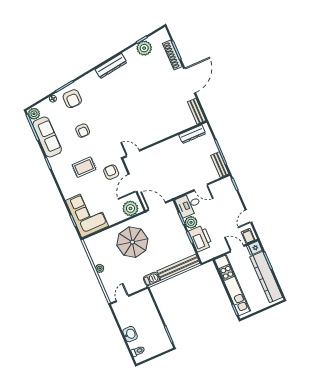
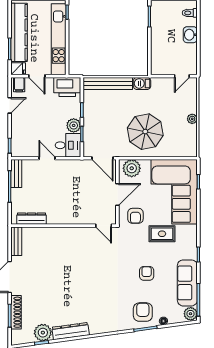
dresser: (111, 66) -> (71, 331), moved
corner sofa: (87, 213) -> (174, 192), width x1.36, depth x1.36
printer: (200, 238) -> (67, 87), moved, turned -90

